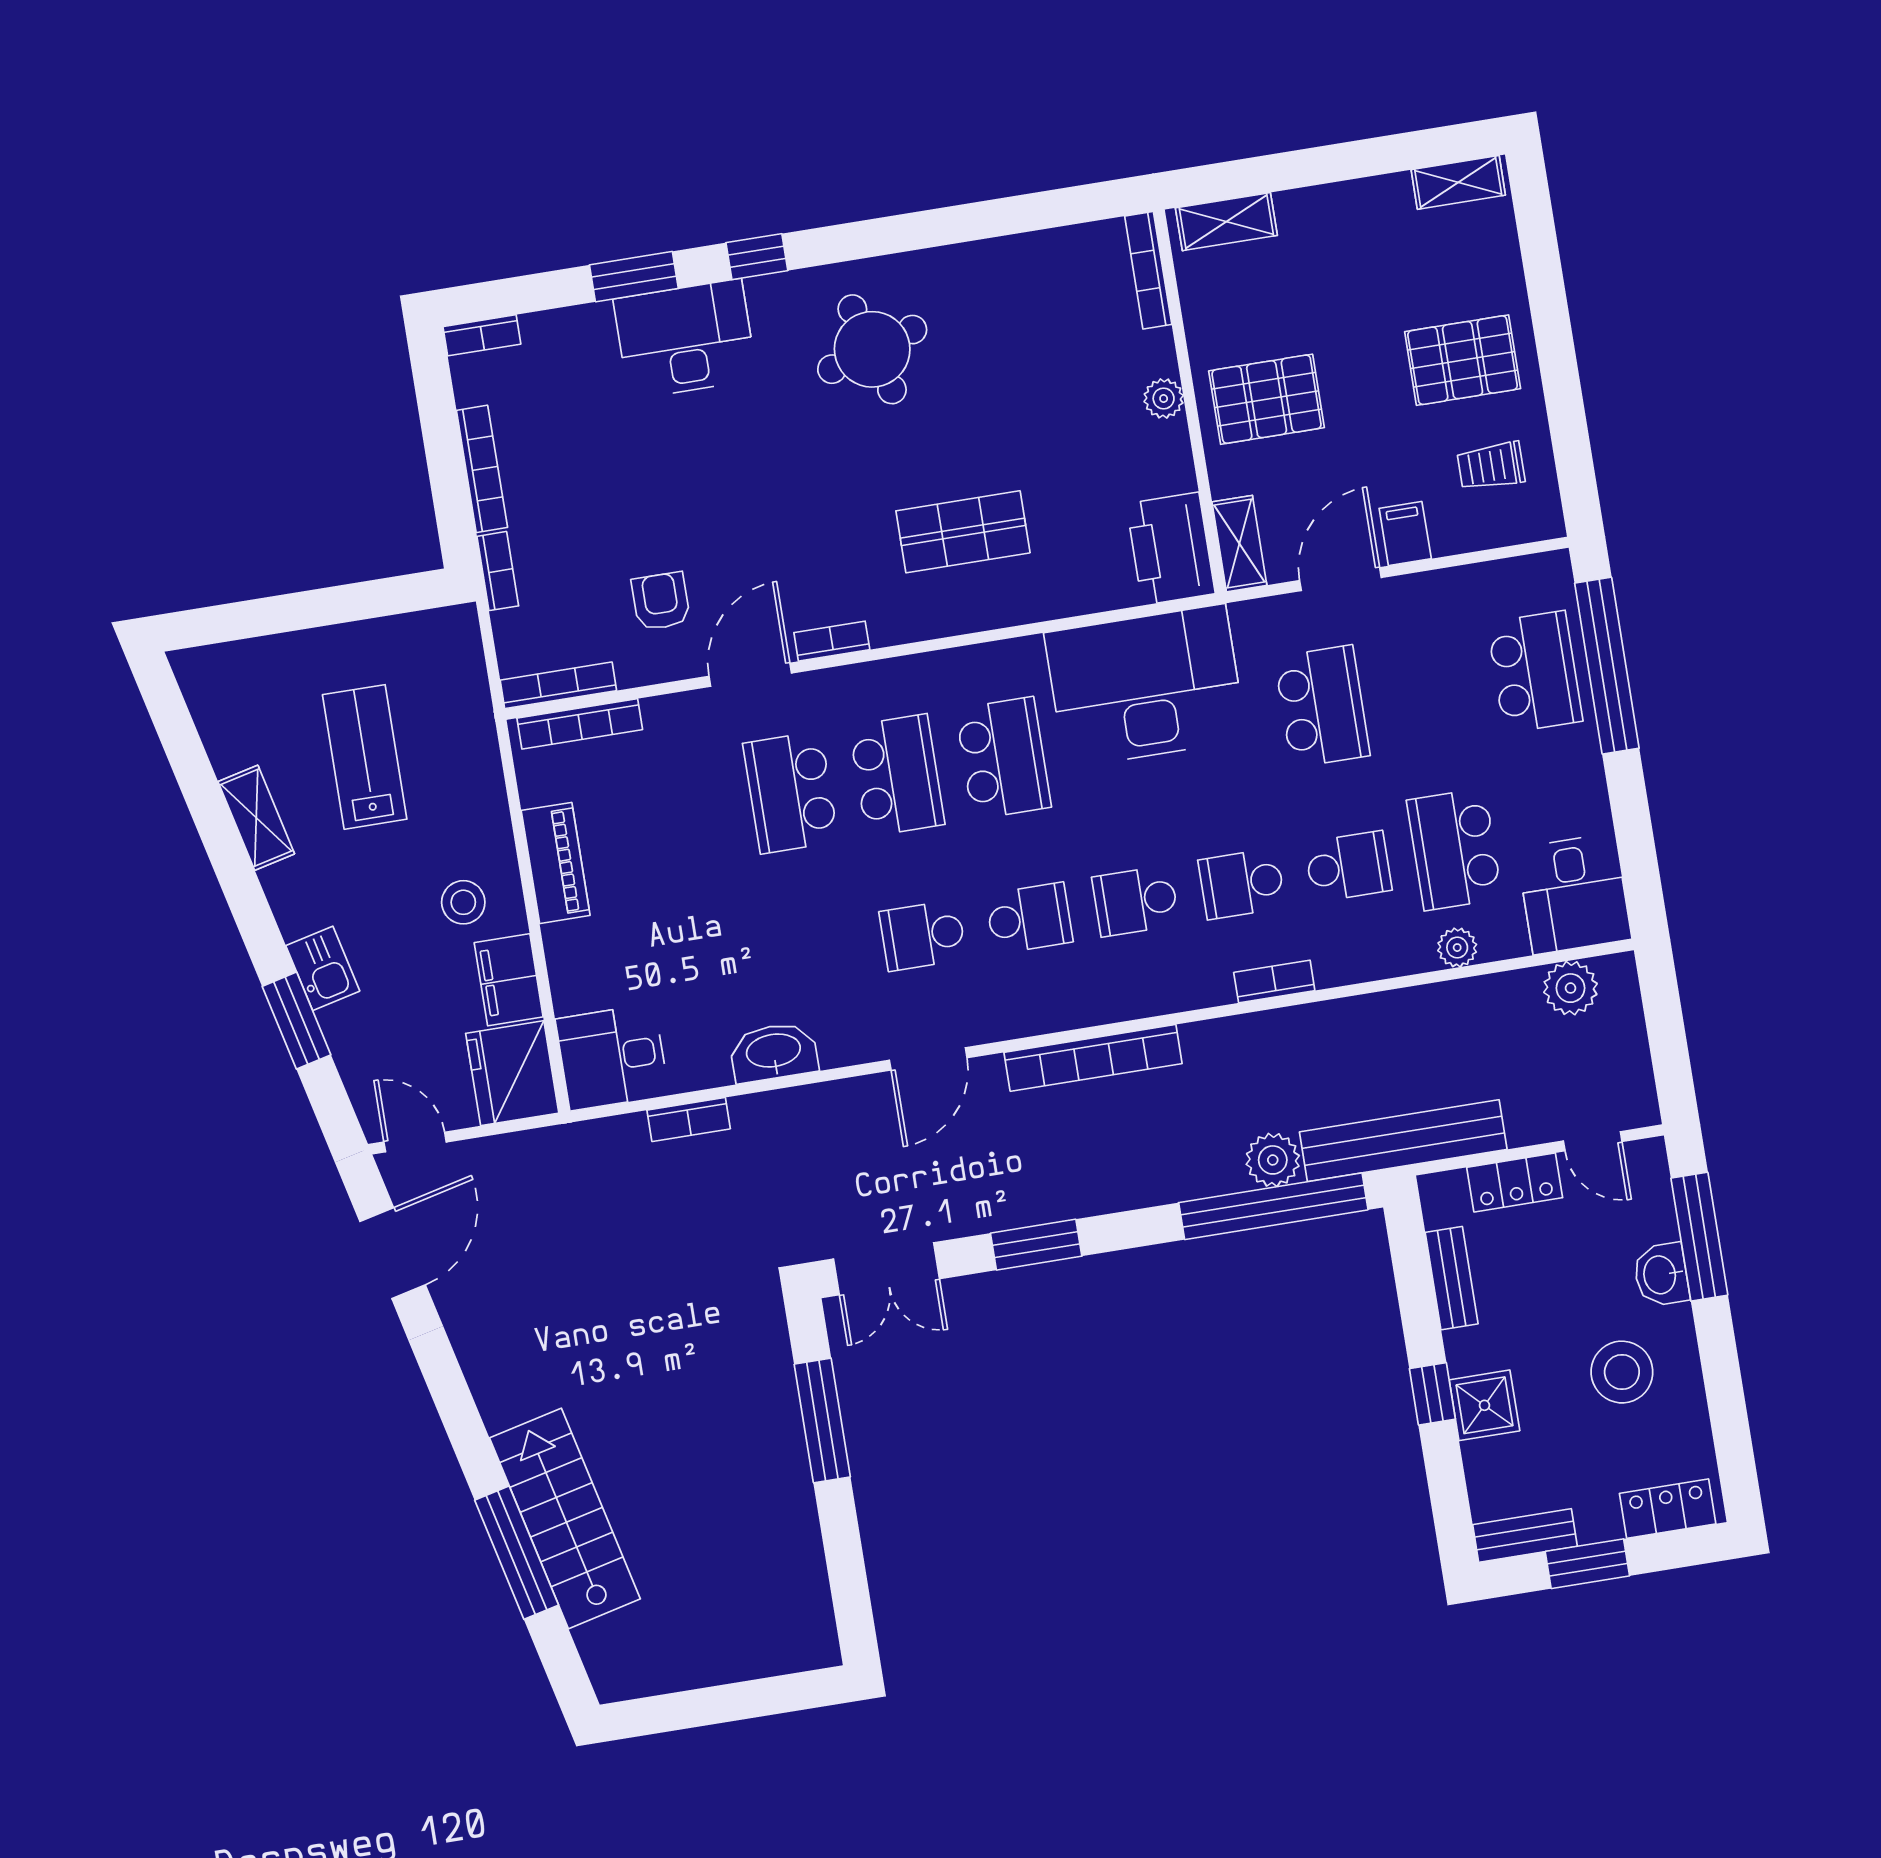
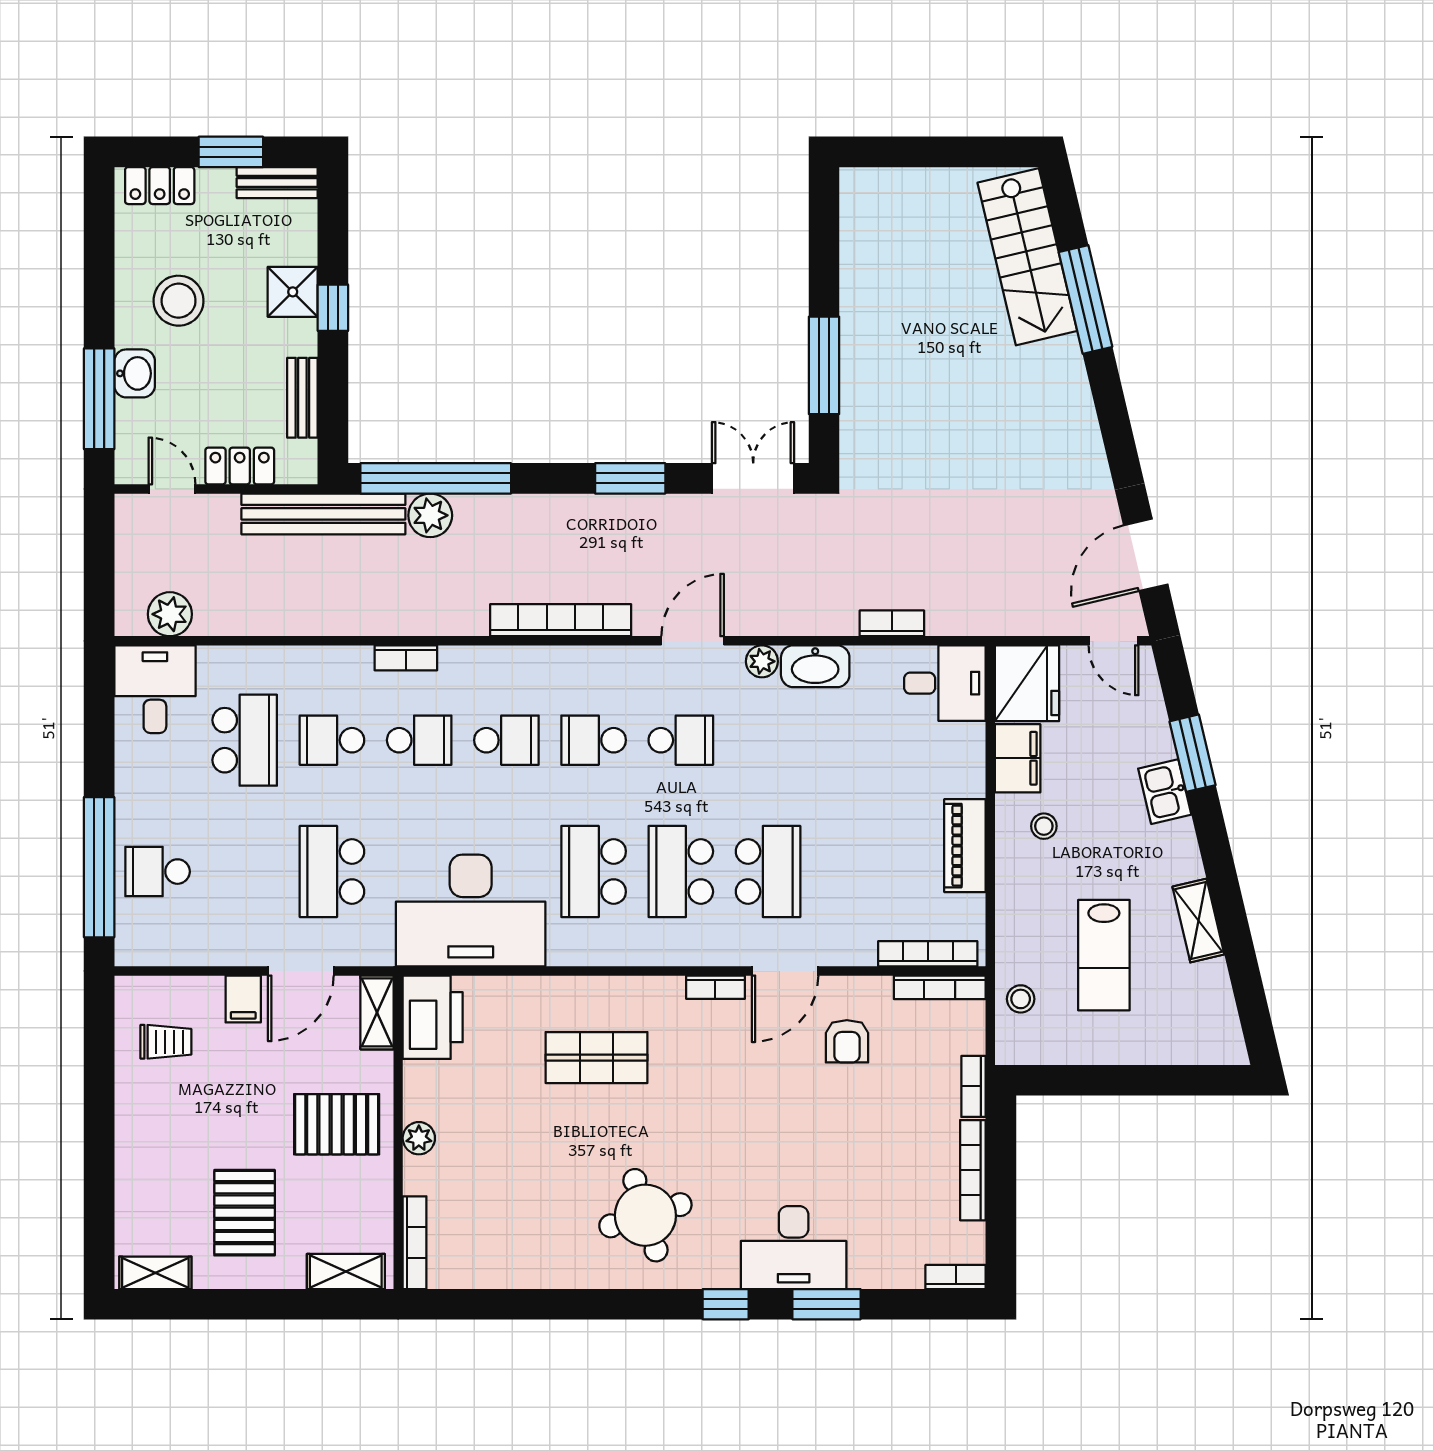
pallet: (1463, 360) -> (245, 1213), moved, turned 90
school desk: (1535, 672) -> (158, 872), width x0.54
stool: (457, 687) -> (1021, 999), added
stool: (463, 902) -> (1044, 826), width x0.73, depth x0.73
plant: (1457, 948) -> (762, 661), moved
stairs: (565, 1518) -> (1027, 257), moved

